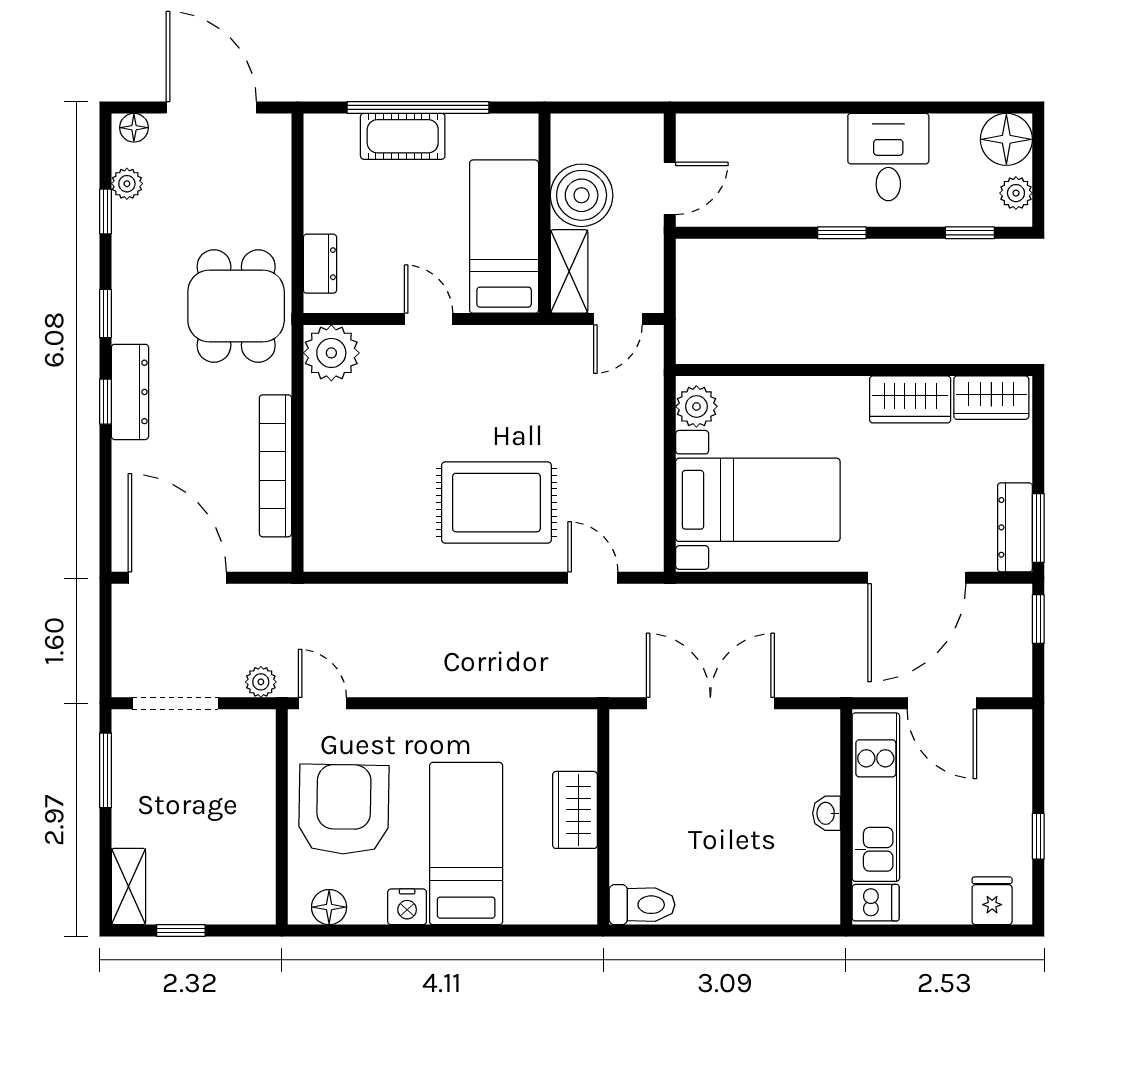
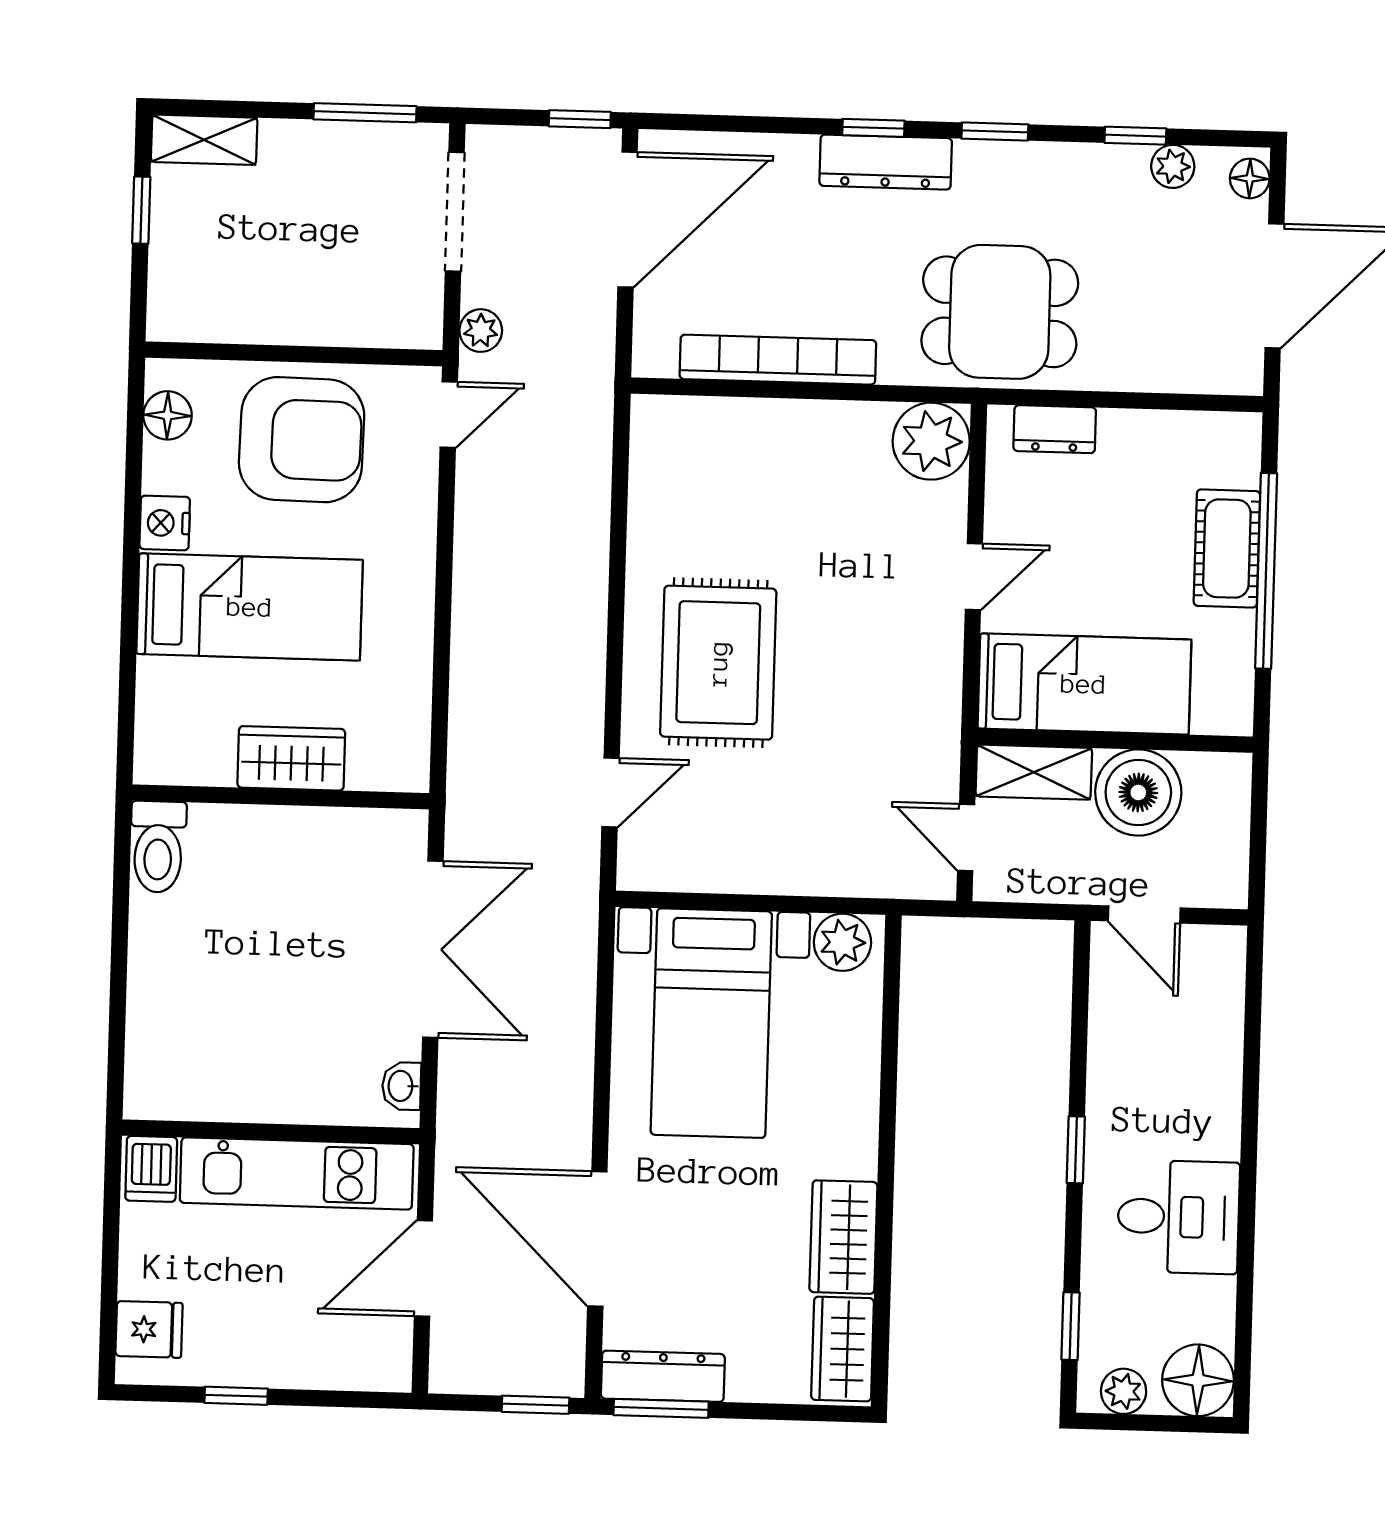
window: (105, 615) -> (580, 119), added
washbasin: (826, 813) -> (402, 1086), moved, turned -90

